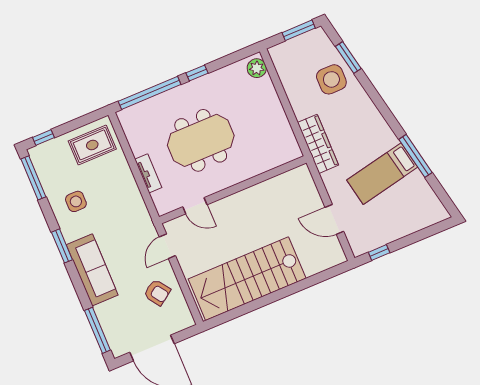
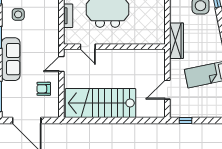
door: (334, 219) -> (167, 90), hinge flipped
armchair: (157, 292) -> (44, 89), turned 125

